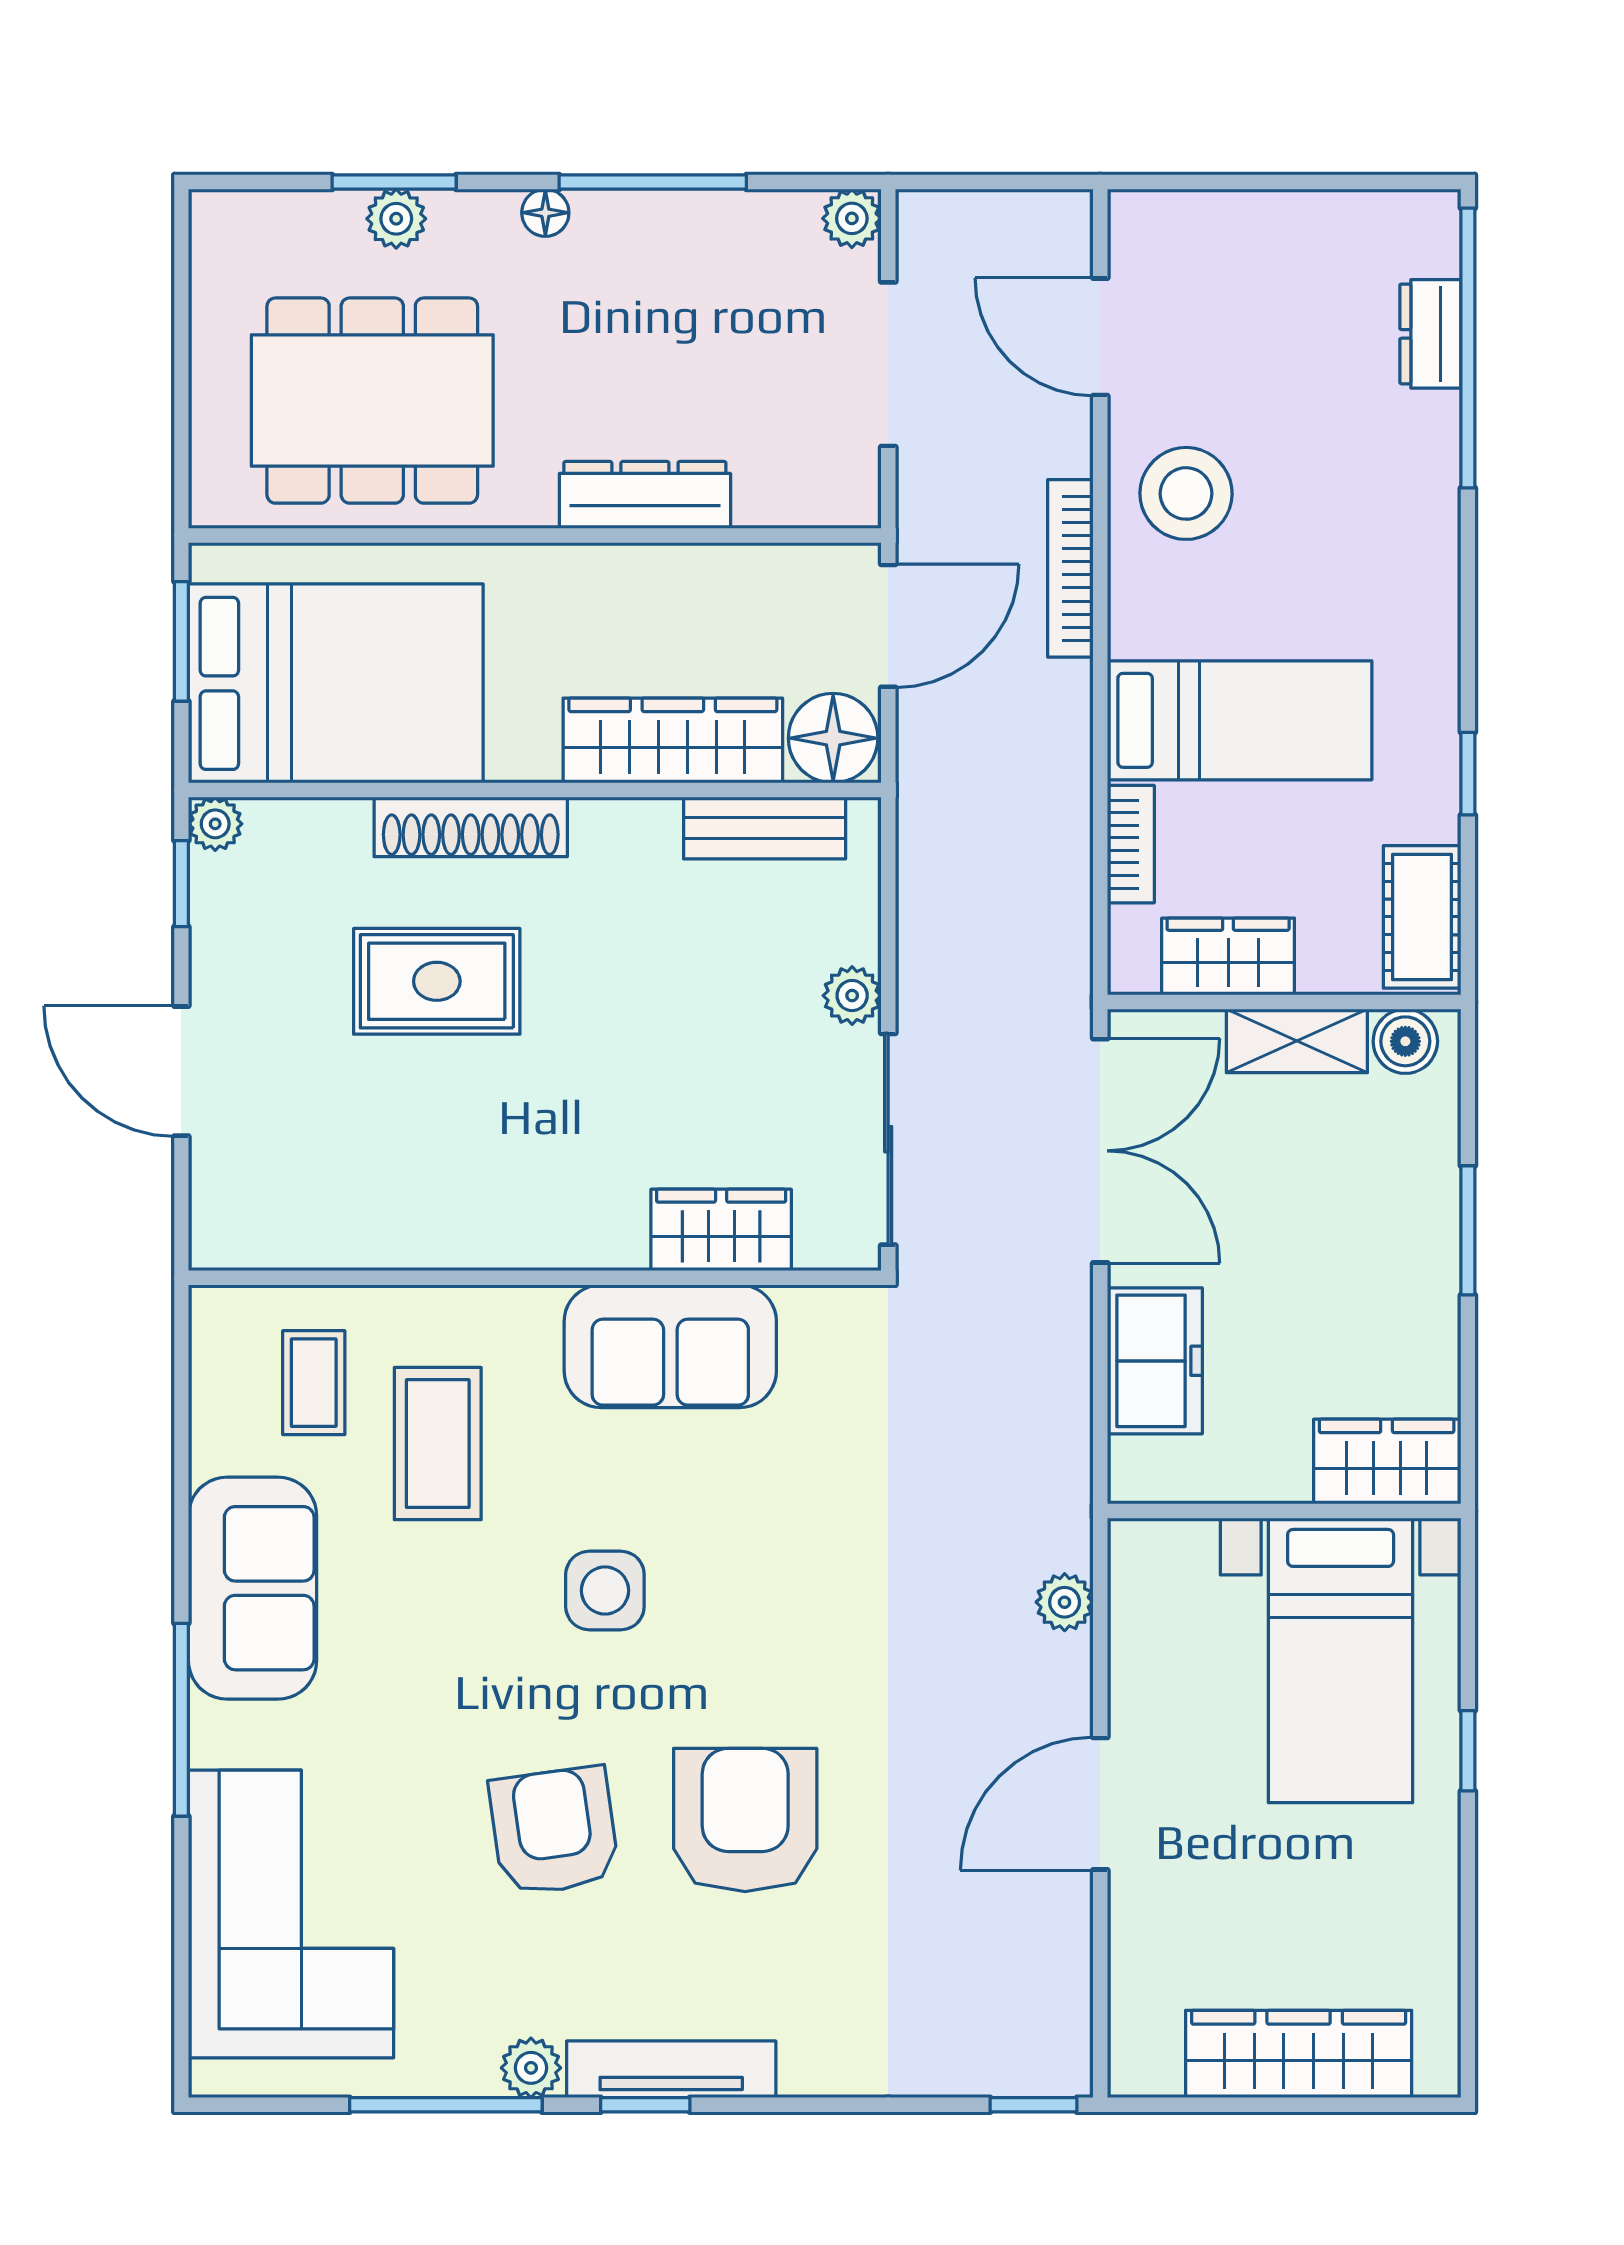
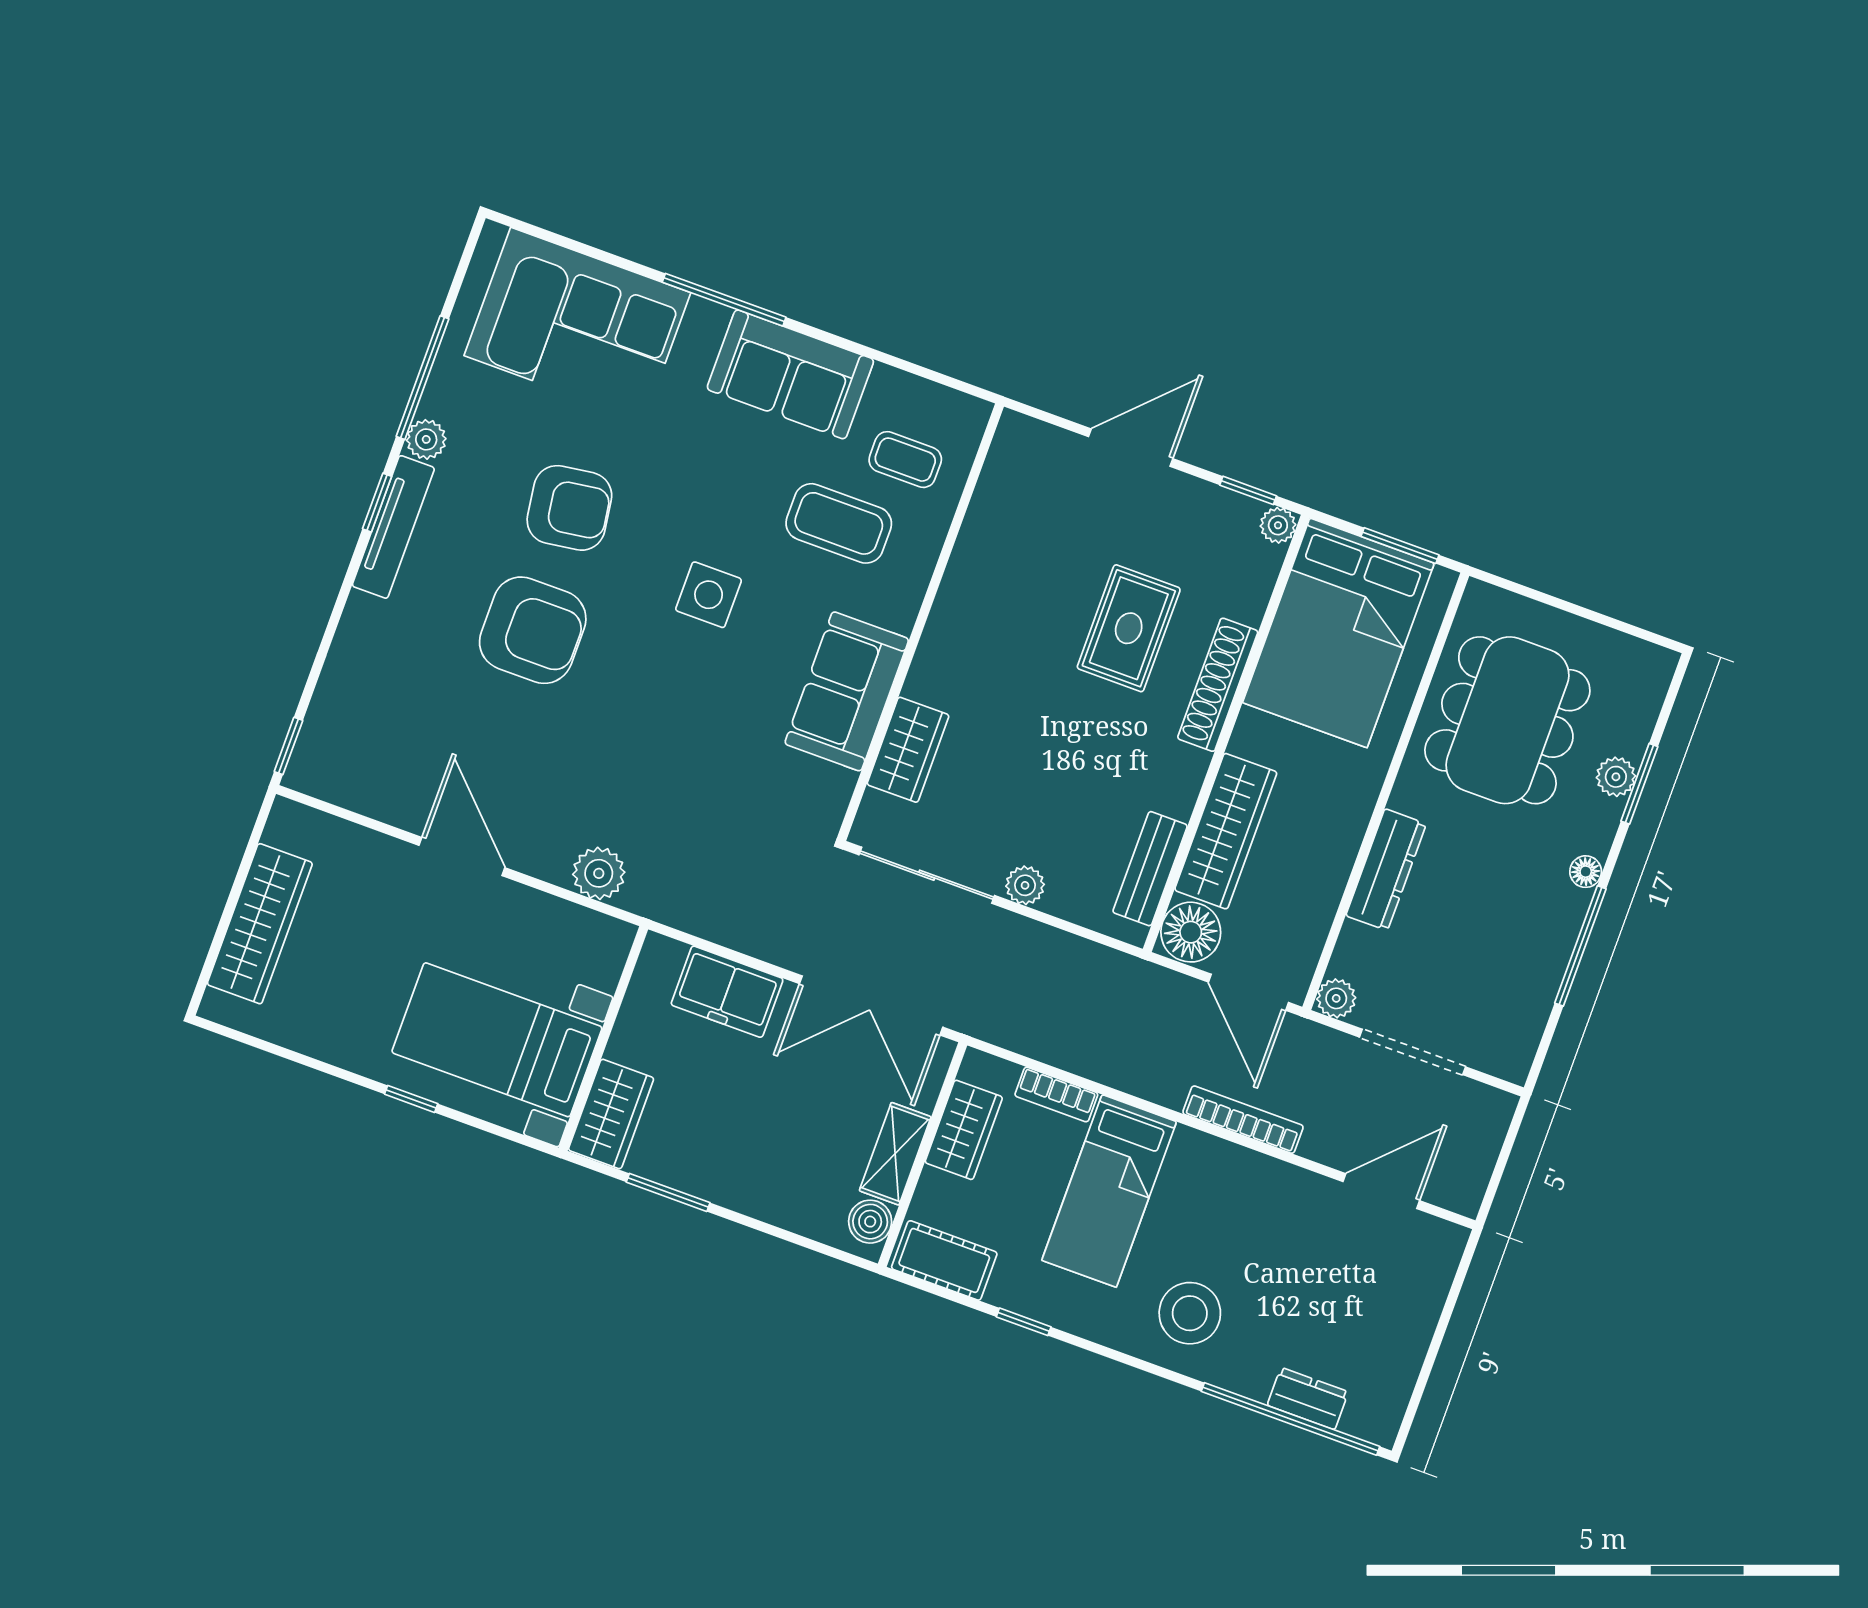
plant: (852, 218) -> (1336, 998), moved
stool: (1186, 493) -> (1190, 1313), moved
window: (1468, 1230) -> (668, 1192), moved
plant: (1065, 1602) -> (599, 873), width x1.38, depth x1.38

